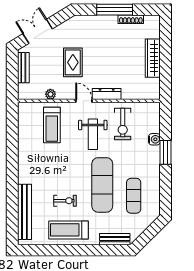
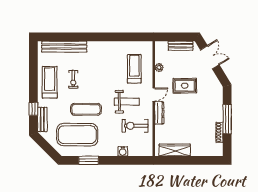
wardrobe: (153, 58) -> (175, 150), moved
treadmill: (52, 125) -> (134, 69), turned 90
weight bench: (93, 134) -> (127, 102), turned 180
window: (166, 152) -> (89, 160), moved
exercise mat: (102, 185) -> (86, 109), width x0.73, depth x0.69
exercise mat: (134, 196) -> (77, 135), width x2.00, depth x1.45
window: (102, 250) -> (33, 109), added

